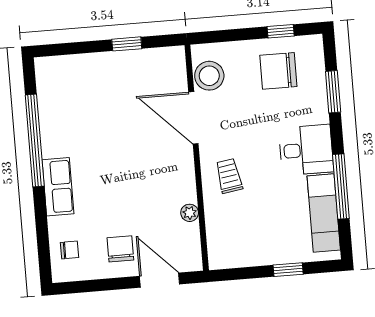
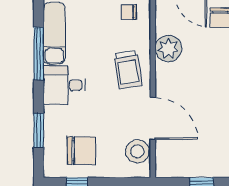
trolley: (229, 176) -> (128, 69), width x1.36, depth x1.39
plant: (190, 213) -> (168, 49), width x1.88, depth x1.88
chair: (234, 246) -> (129, 12), added

